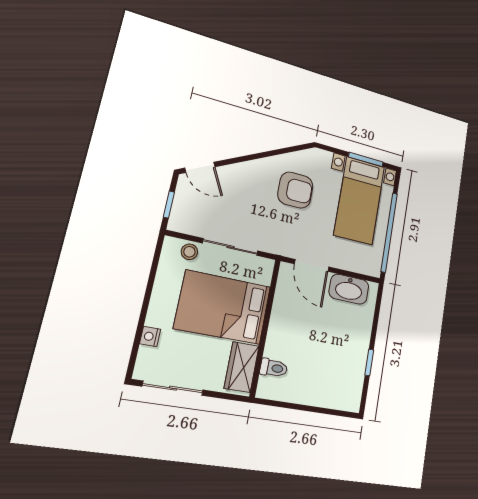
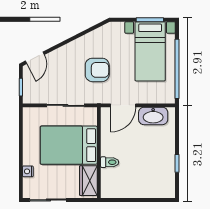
door: (200, 167) -> (35, 58), hinge flipped
armchair: (295, 190) -> (97, 70), moved
stool: (189, 252) -> (40, 114), removed
door: (312, 265) -> (123, 105), hinge flipped
toilet: (274, 368) -> (110, 162), moved

